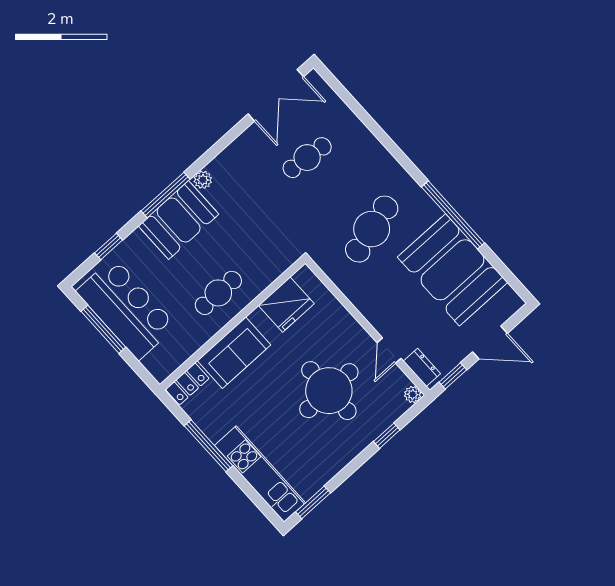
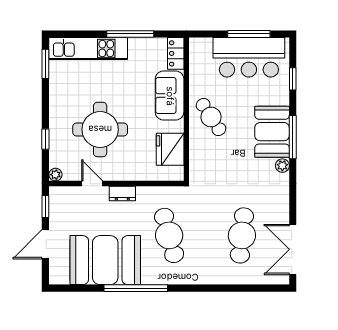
cafe table: (307, 158) -> (242, 235), width x1.37, depth x1.35
cafe table: (218, 293) -> (211, 117), turned -33
dresser: (422, 367) -> (122, 193), moved

